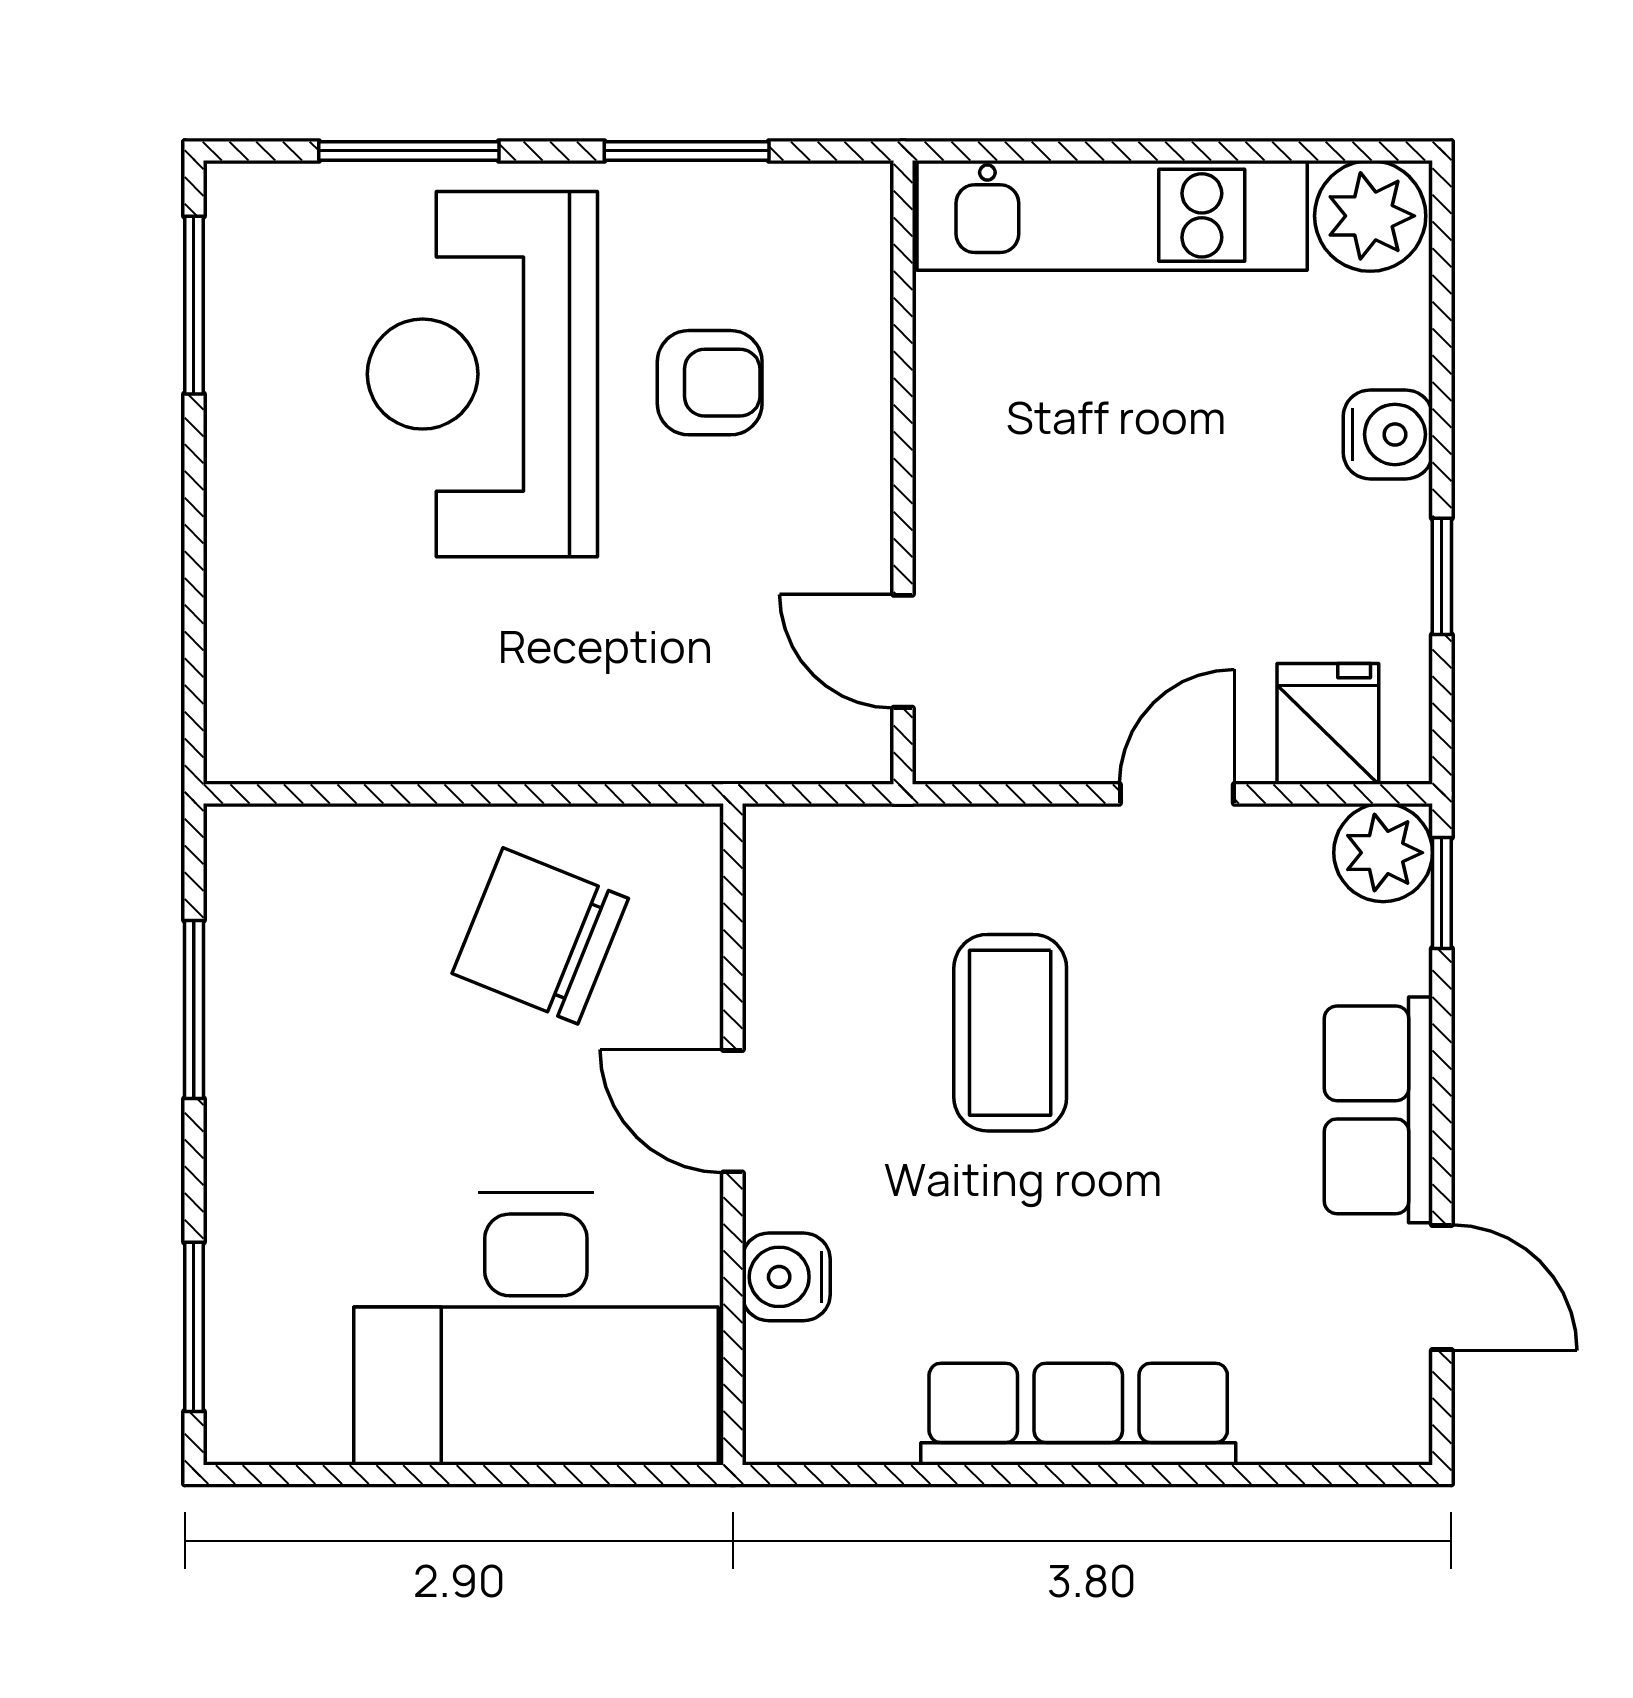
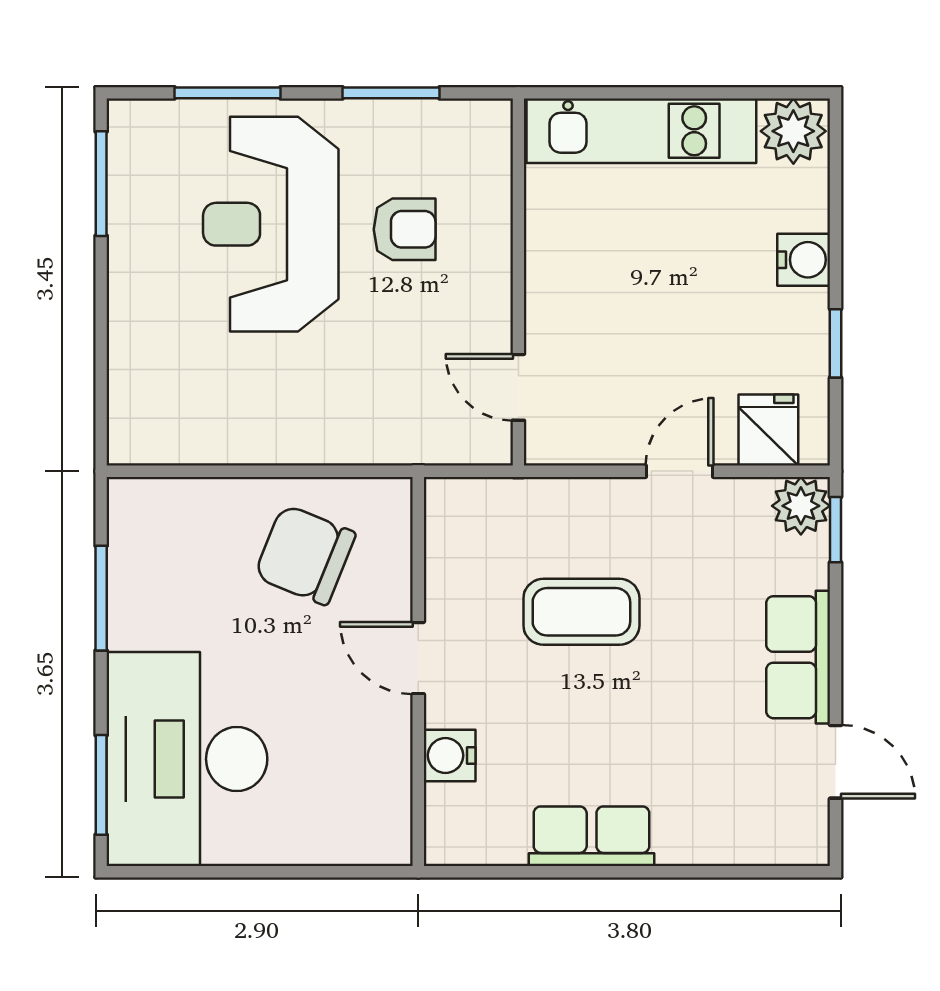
coffee table: (1010, 1033) -> (581, 612), turned 90
desk: (536, 1329) -> (187, 759), moved, turned 90
row of seats: (1078, 1414) -> (592, 836), width x0.68

